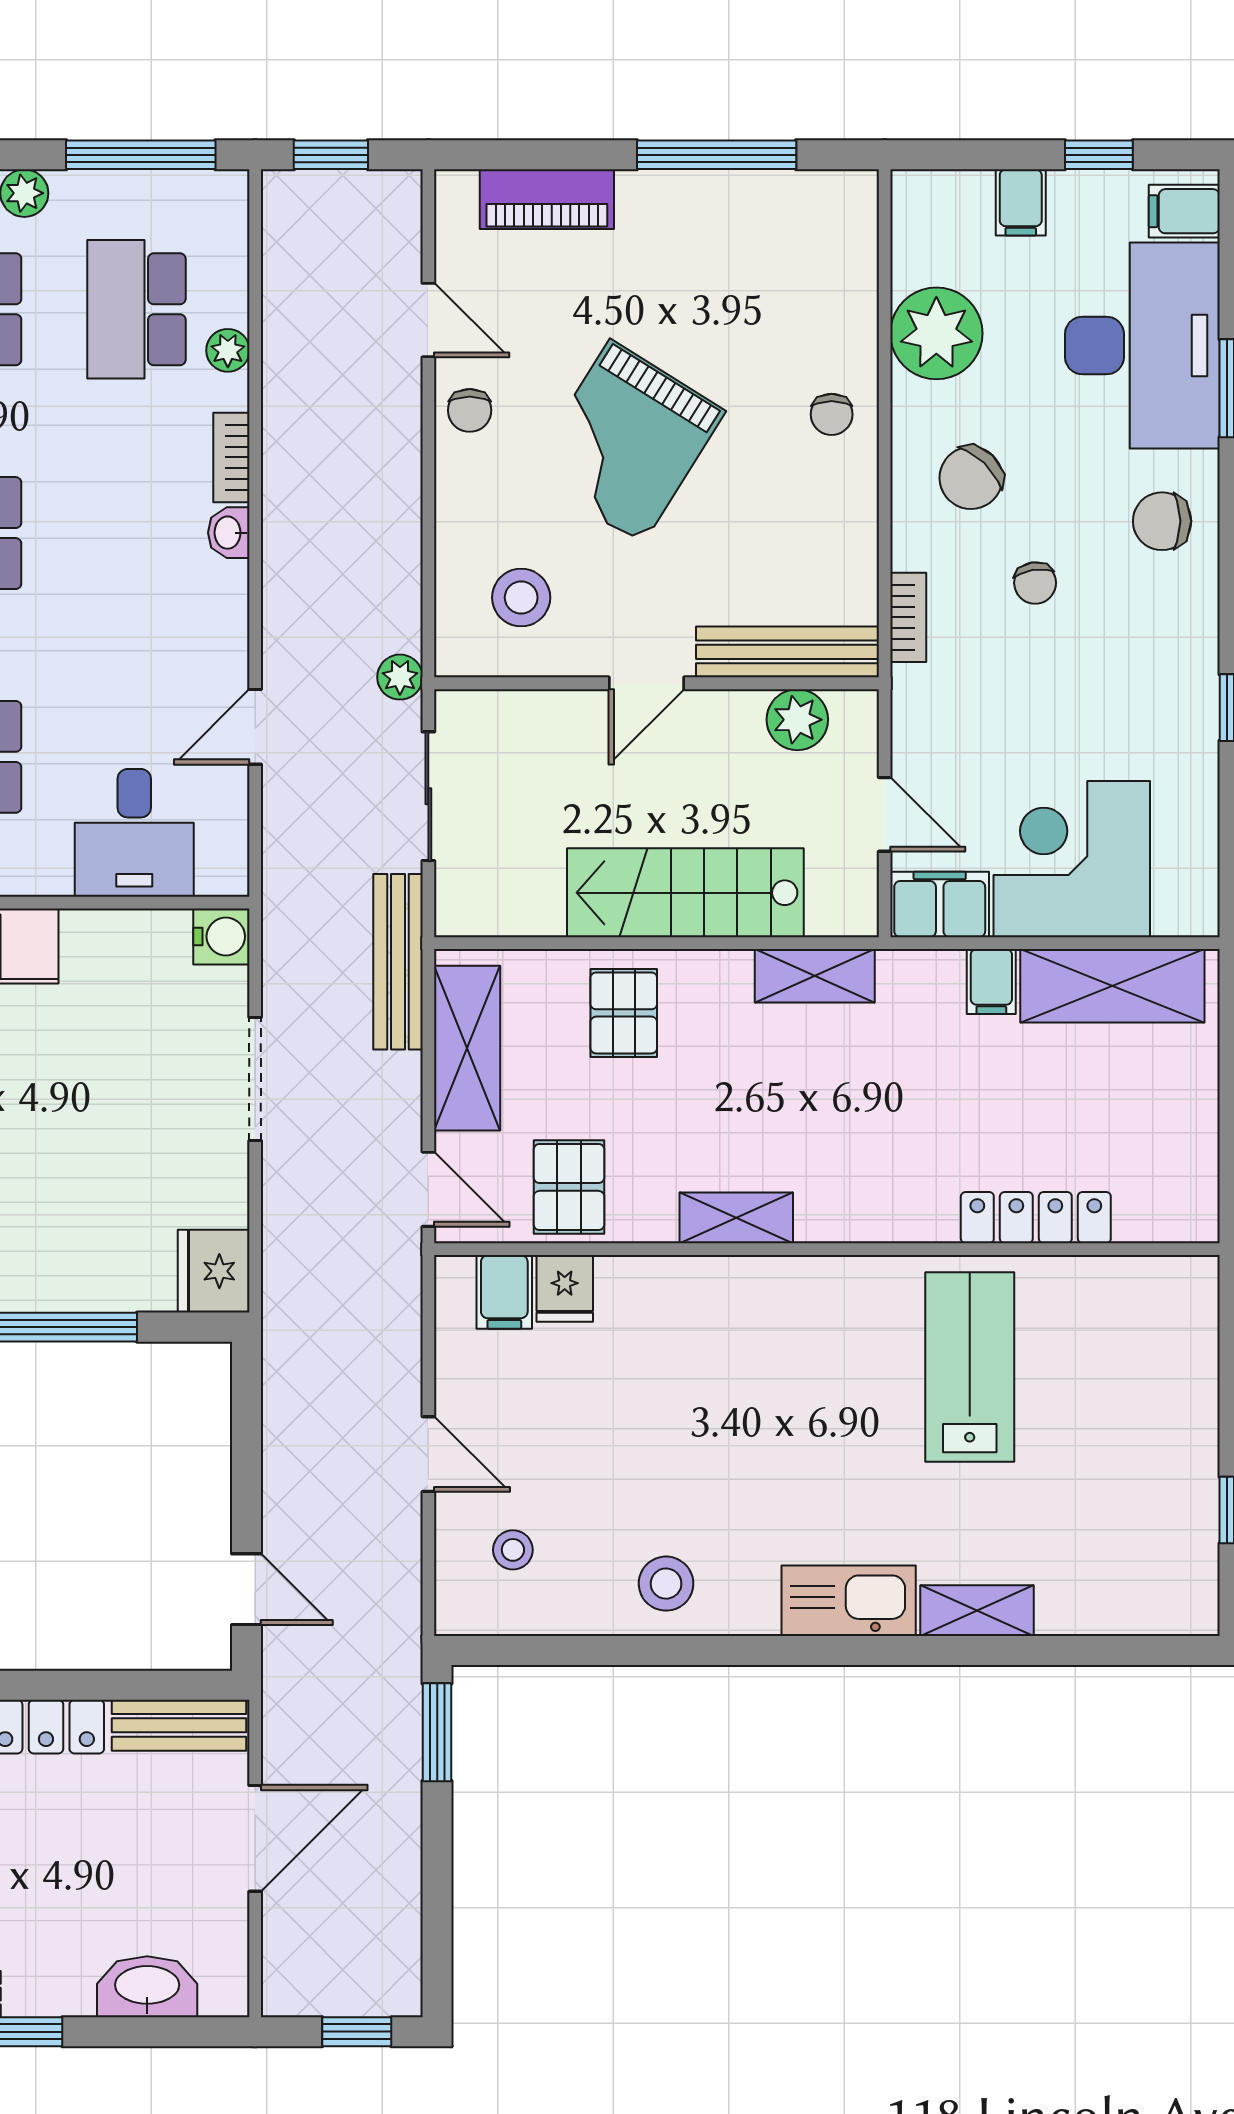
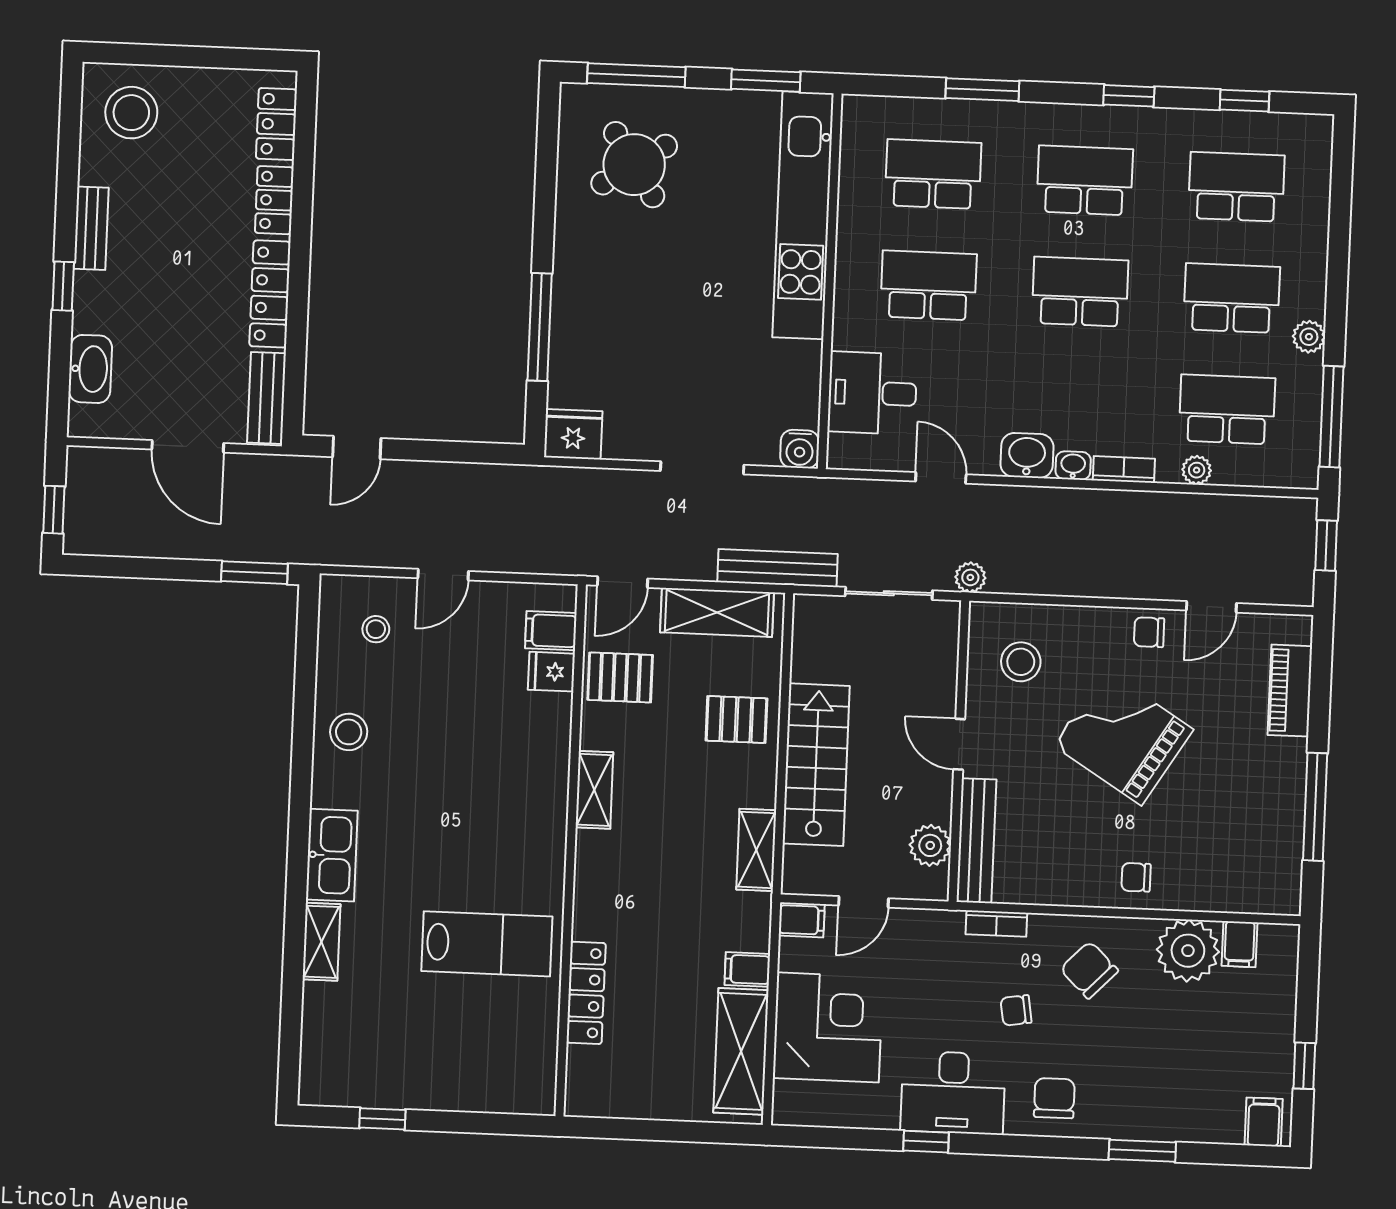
filing cabinet: (1021, 202) -> (1239, 944), moved, turned -90
desk: (1142, 346) -> (953, 1093), moved, width x0.73, depth x0.77
washbasin: (217, 601) -> (1027, 455), added
filing cabinet: (940, 904) -> (802, 920), width x0.50

